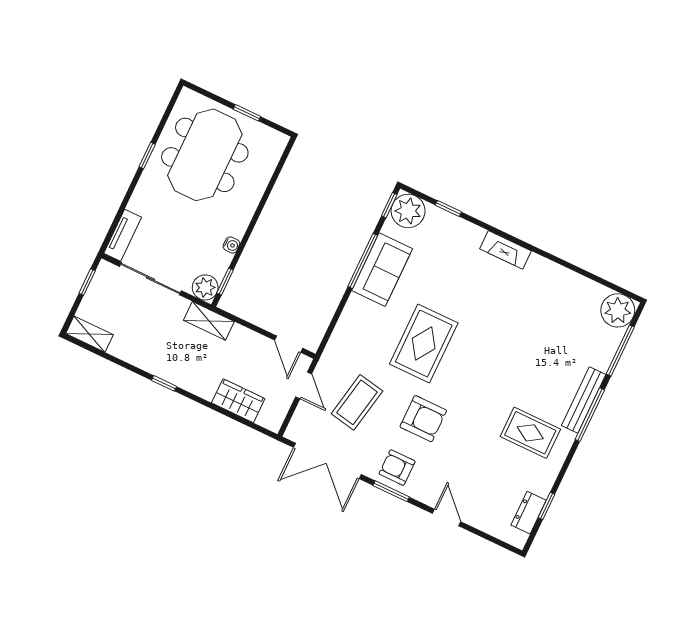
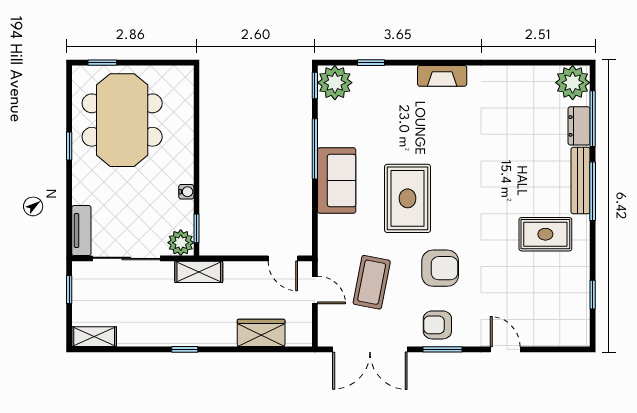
window: (247, 113) -> (102, 63), moved
sofa: (382, 270) -> (337, 180), moved
dresser: (529, 513) -> (579, 126), moved

